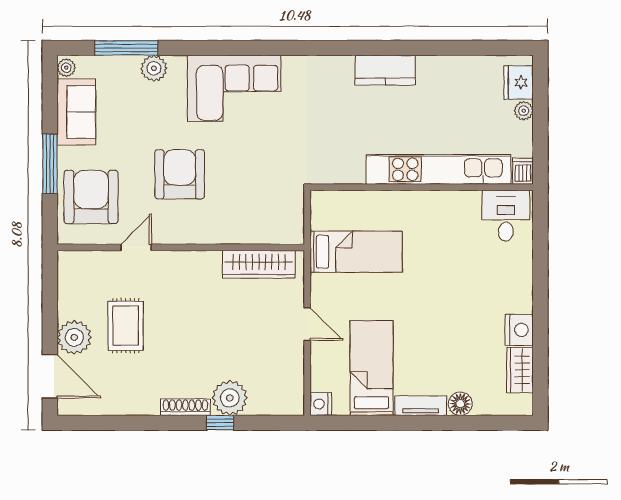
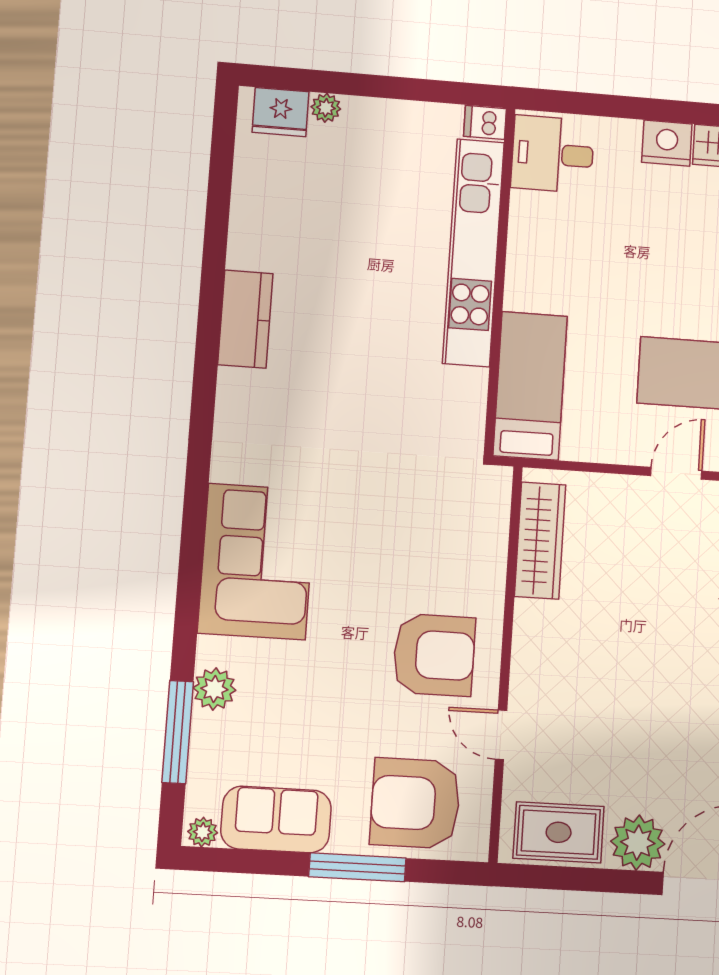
kitchen unit: (438, 169) -> (473, 253), moved
dishwasher: (523, 171) -> (485, 122), moved
armchair: (180, 174) -> (434, 655), moved, turned 180
wall: (422, 187) -> (500, 281), moved
desk: (506, 216) -> (553, 154), moved
door: (307, 324) -> (676, 473), moved
rug: (126, 326) -> (559, 832), moved

